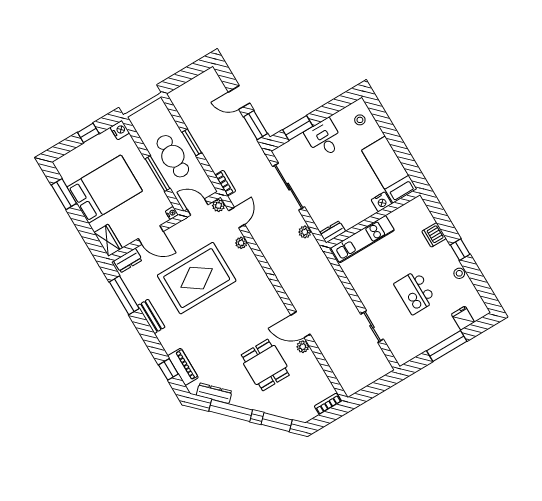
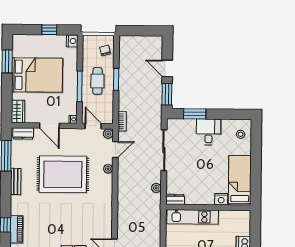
chair: (161, 119) -> (105, 51), added
cafe table: (173, 156) -> (97, 81), width x0.73, depth x0.74

